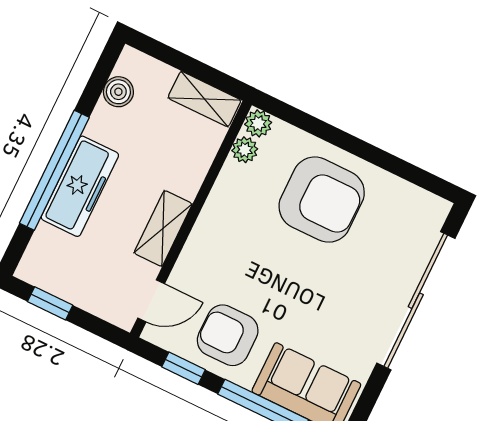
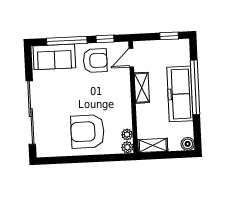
boiler: (118, 92) -> (188, 144), moved
freezer: (80, 186) -> (180, 94), width x1.36, depth x1.26

